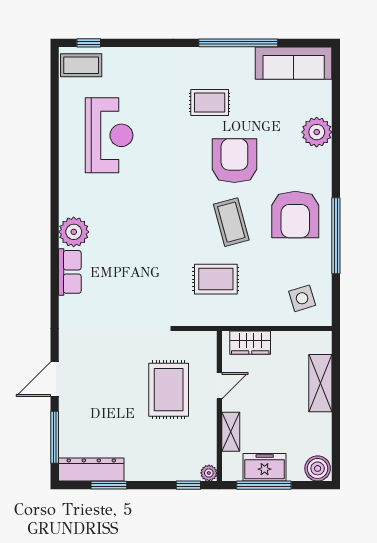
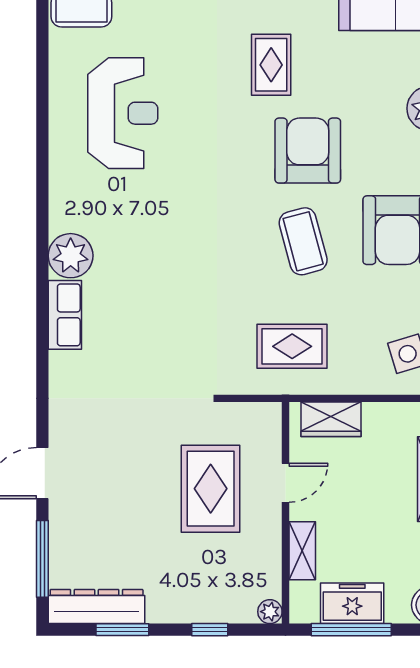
rug: (210, 102) -> (271, 65), turned 90
rug: (216, 279) -> (292, 346), moved
window: (188, 485) -> (210, 630), moved

